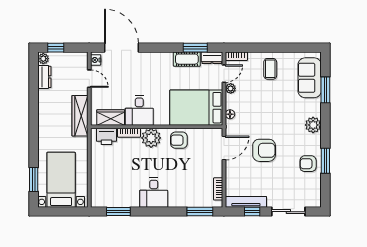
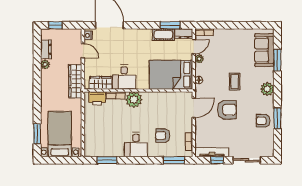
plant: (43, 59) -> (45, 64), moved
coffee table: (270, 69) -> (235, 82), moved
armchair: (179, 140) -> (163, 136), moved

